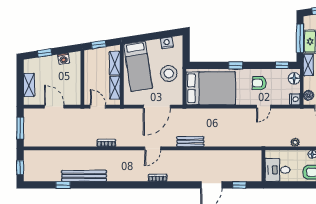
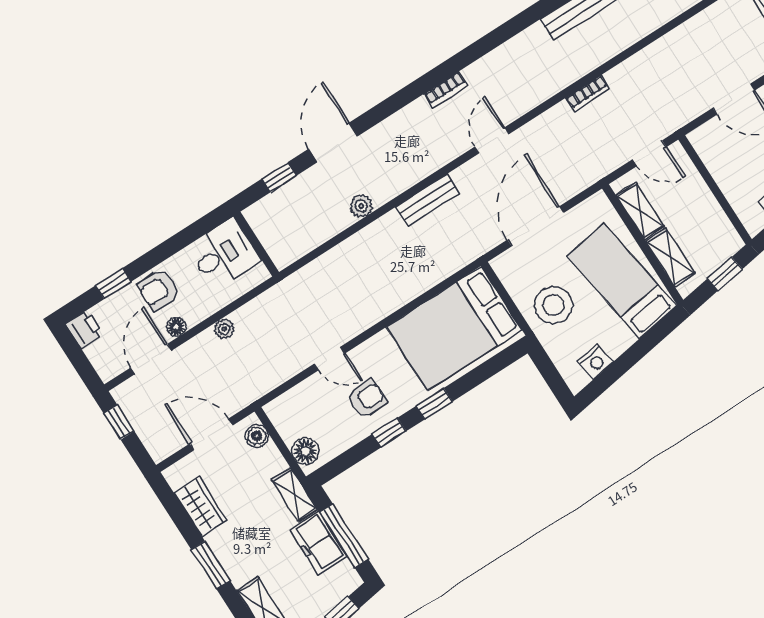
window: (282, 65) -> (389, 433), moved
nightstand: (295, 99) -> (278, 412), removed
door: (264, 107) -> (330, 359), swing flipped
plant: (216, 155) -> (361, 206), added

